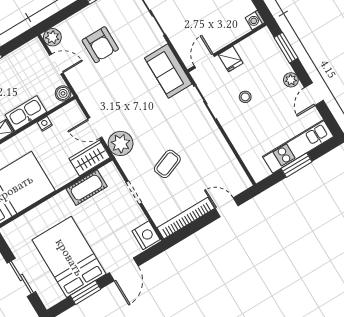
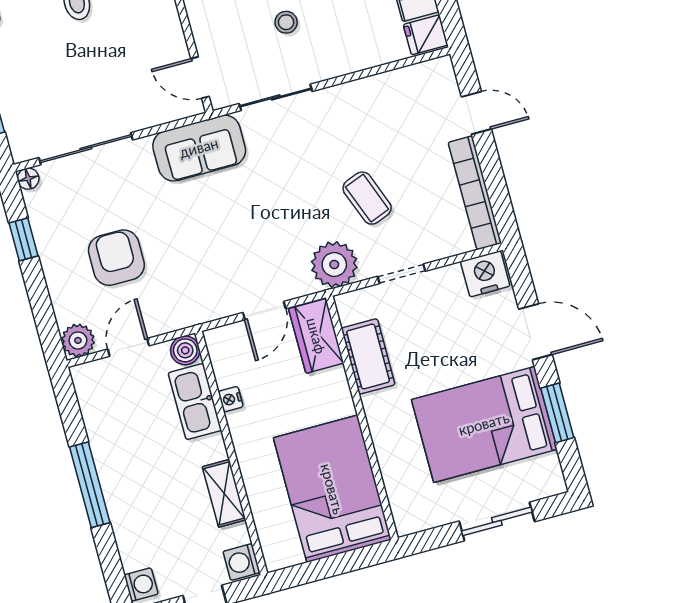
armchair: (100, 45) -> (116, 258), turned -90
fridge: (231, 59) -> (426, 35), moved, turned 180
kitchen sink: (26, 113) -> (195, 402), moved
plant: (121, 143) -> (334, 265), moved
door: (227, 207) -> (476, 113), swing flipped

